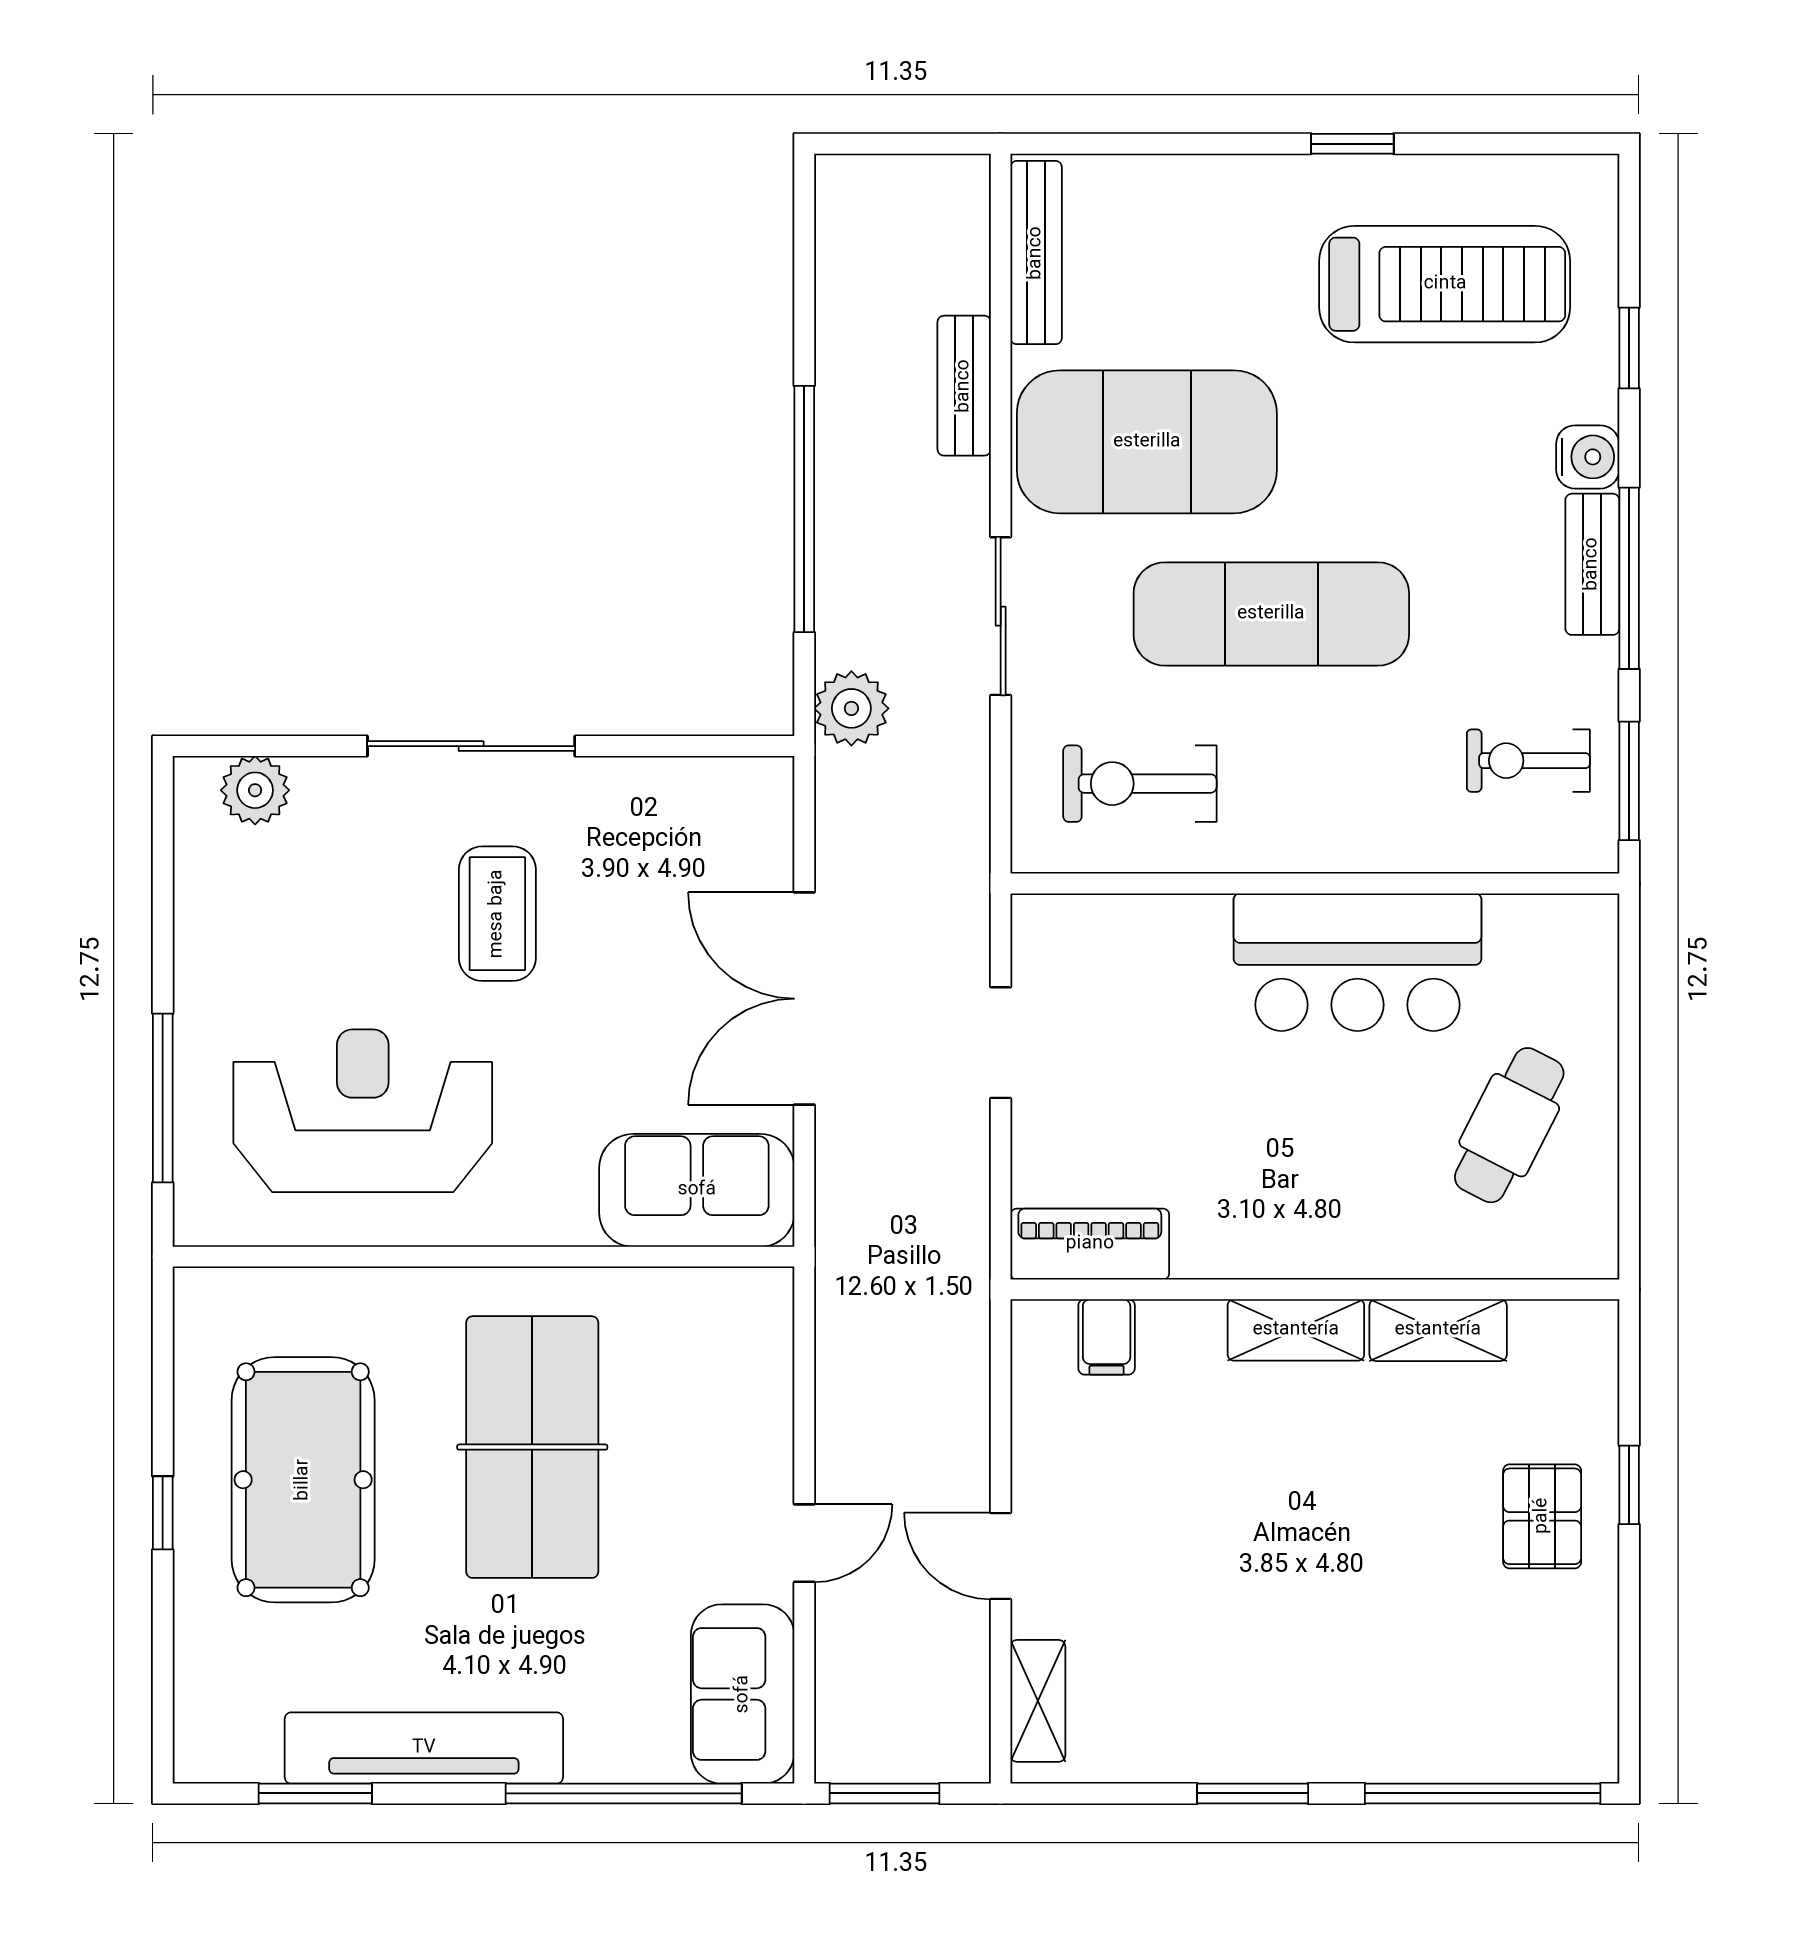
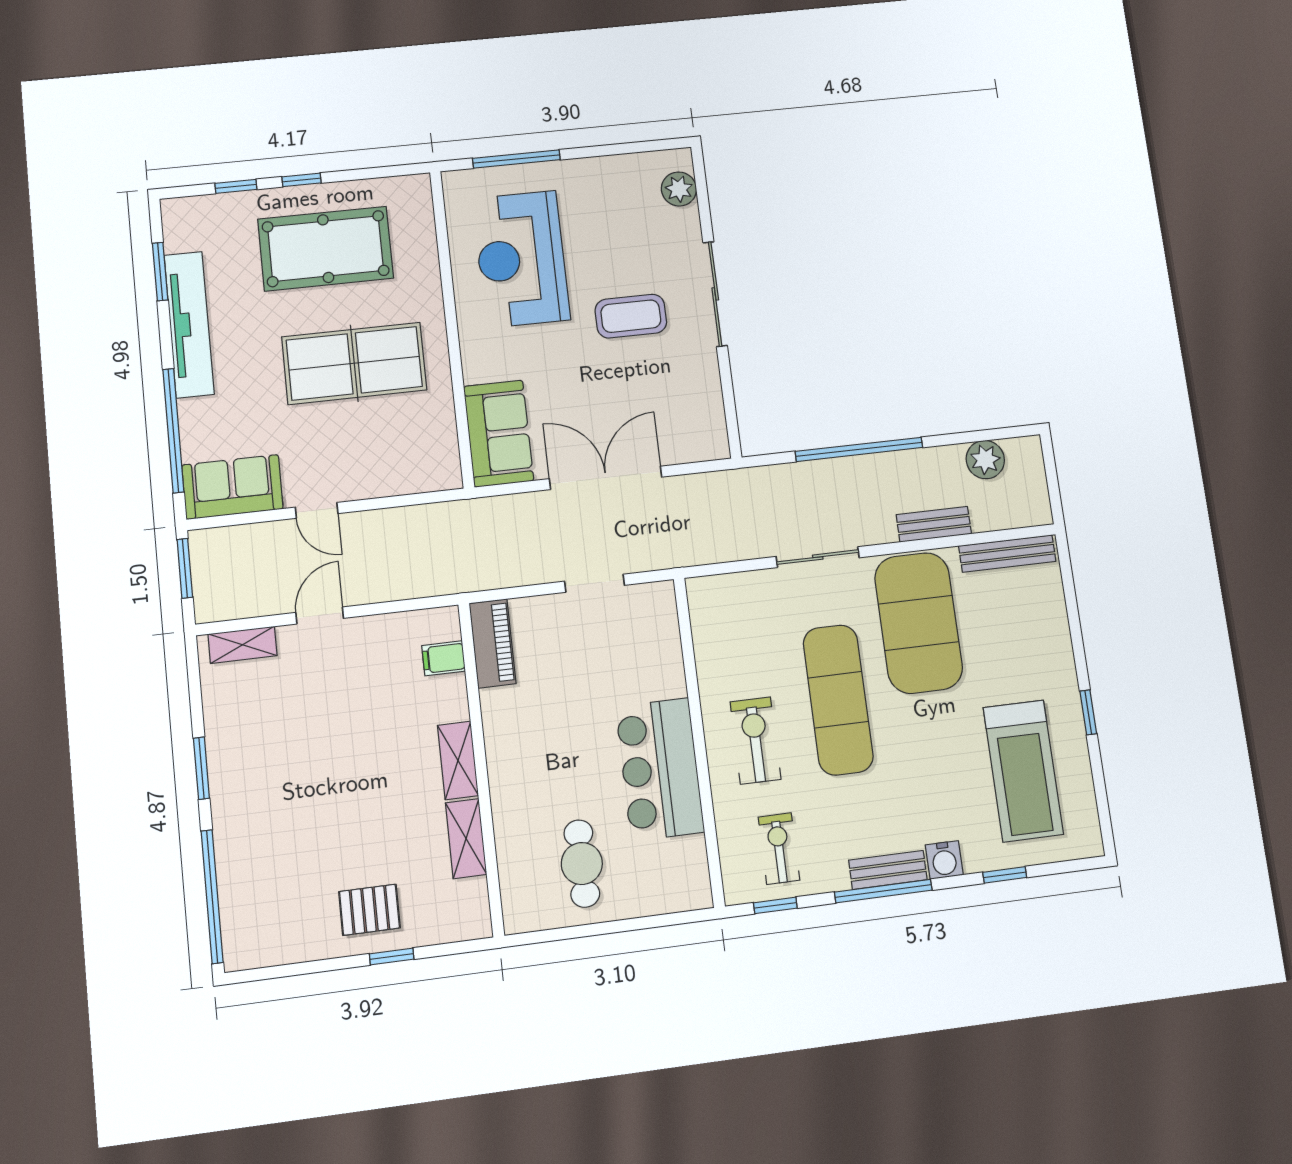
plant: (851, 708) -> (985, 460), moved
window: (1629, 781) -> (775, 905), width x0.67
exercise bike: (1140, 784) -> (755, 740), moved
reception desk: (363, 1111) -> (521, 259), turned 180
cafe table: (1509, 1125) -> (582, 864), turned 63
window: (163, 1638) -> (236, 186), added

